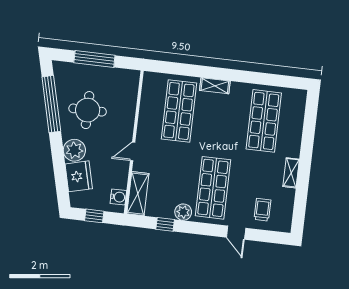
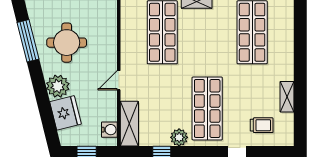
window: (51, 104) -> (28, 41), width x0.68
shelving: (291, 173) -> (287, 97), moved
trolley: (262, 210) -> (262, 125), turned 90

